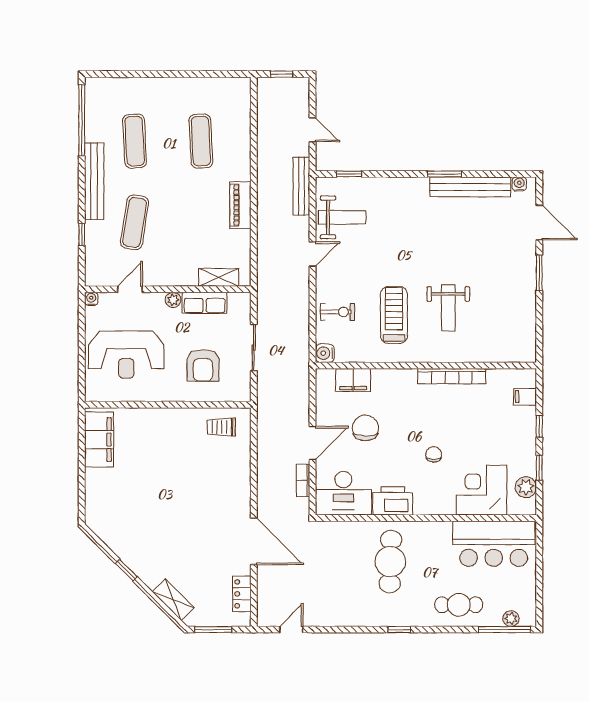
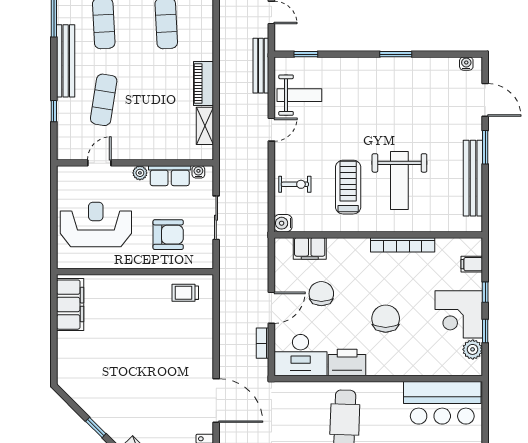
bench: (470, 187) -> (473, 178), moved, turned 90
shelving: (219, 277) -> (205, 126), moved, turned 90
water cooler: (91, 299) -> (198, 172), moved
weight bench: (448, 308) -> (399, 180), width x1.36, depth x1.33
reception desk: (126, 355) -> (96, 224), turned 180
armchair: (203, 365) -> (168, 235), turned -90
chair: (434, 454) -> (386, 319), width x1.87, depth x1.87
corner desk: (481, 490) -> (459, 314), moved, turned -90

